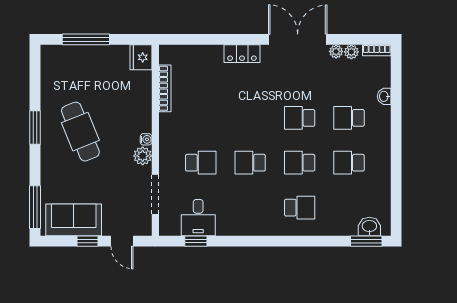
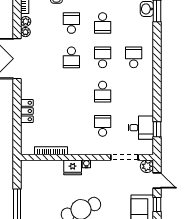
locker: (242, 54) -> (27, 111), moved
fridge: (141, 57) -> (73, 167), moved
school desk: (349, 118) -> (71, 23), turned 180
plant: (143, 156) -> (147, 166), moved
school desk: (300, 163) -> (103, 57), turned 180
door: (122, 241) -> (157, 181), hinge flipped

